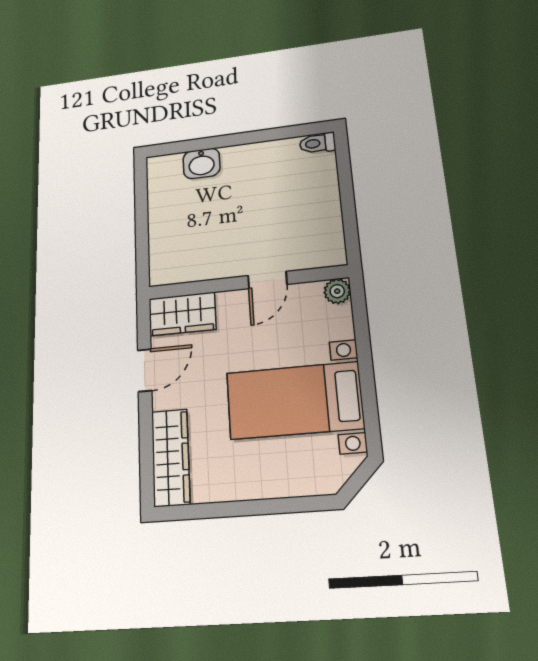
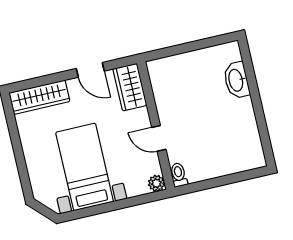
toilet: (318, 143) -> (179, 175), moved
washbasin: (201, 163) -> (236, 80), width x1.38

